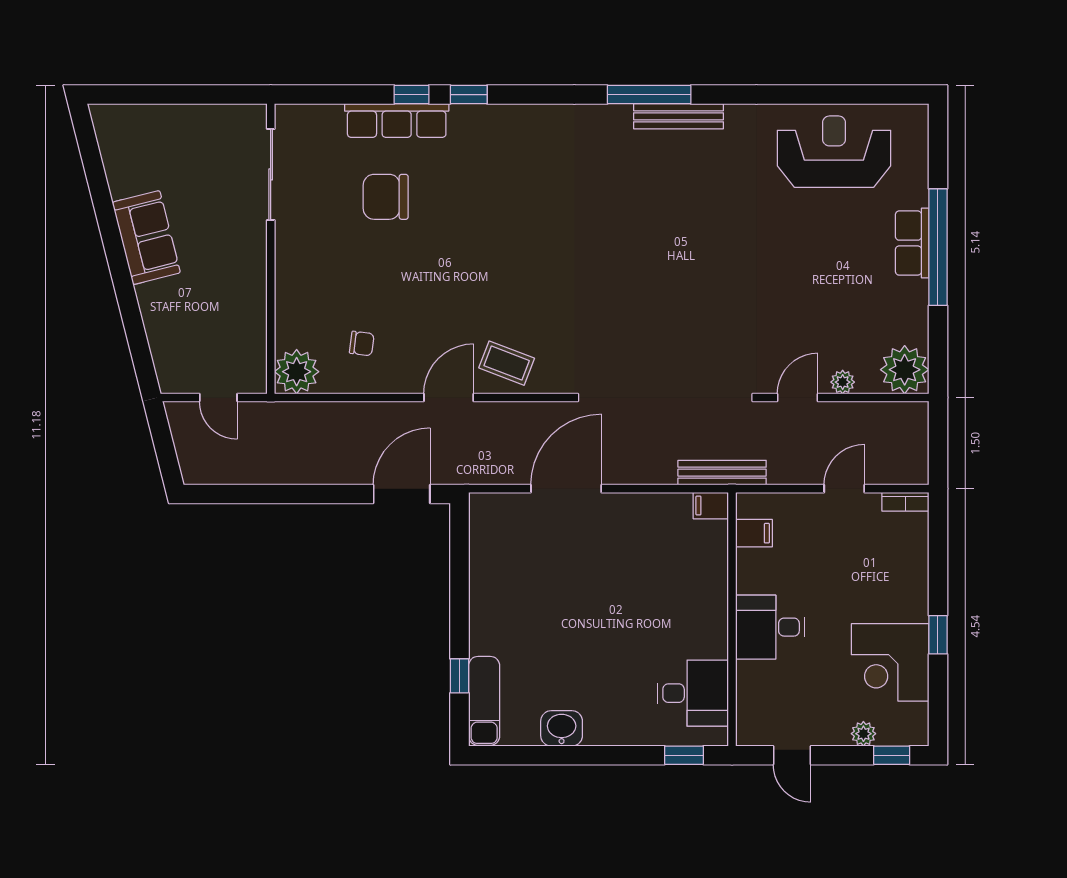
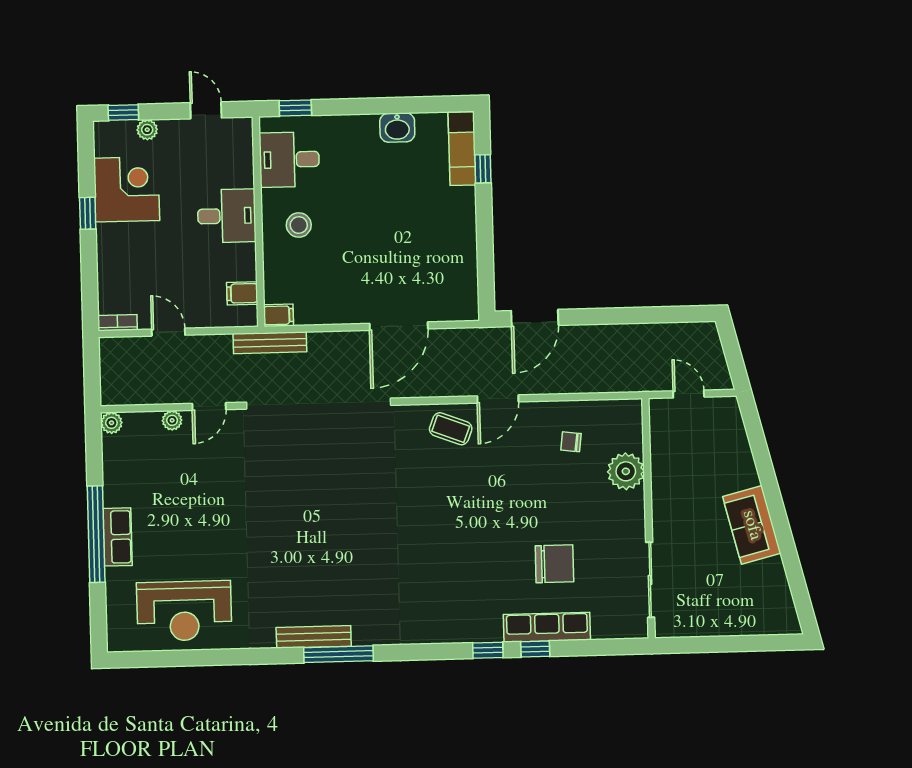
plant: (905, 370) -> (111, 423), width x0.53, depth x0.53
plant: (297, 372) -> (626, 471), moved
door: (844, 489) -> (168, 332), swing flipped
stool: (684, 614) -> (299, 225), added

